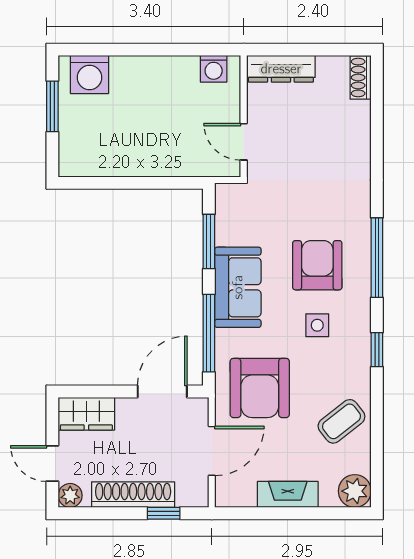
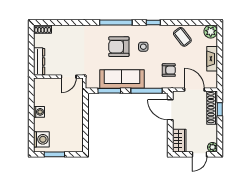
washing machine: (214, 69) -> (39, 112), moved
sofa: (238, 287) -> (122, 79), width x1.36
armchair: (260, 388) -> (169, 70), width x0.53, depth x0.53
shoe rack: (133, 495) -> (212, 108), moved

